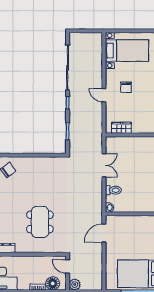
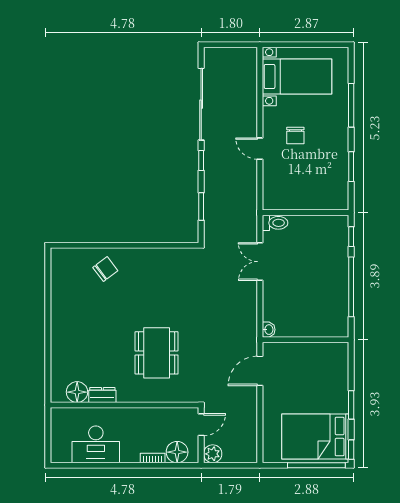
wardrobe: (121, 128) -> (288, 201), removed
double door: (104, 165) -> (260, 262), swing flipped
toilet: (113, 190) -> (275, 223), moved
door: (68, 266) -> (201, 425), swing flipped

